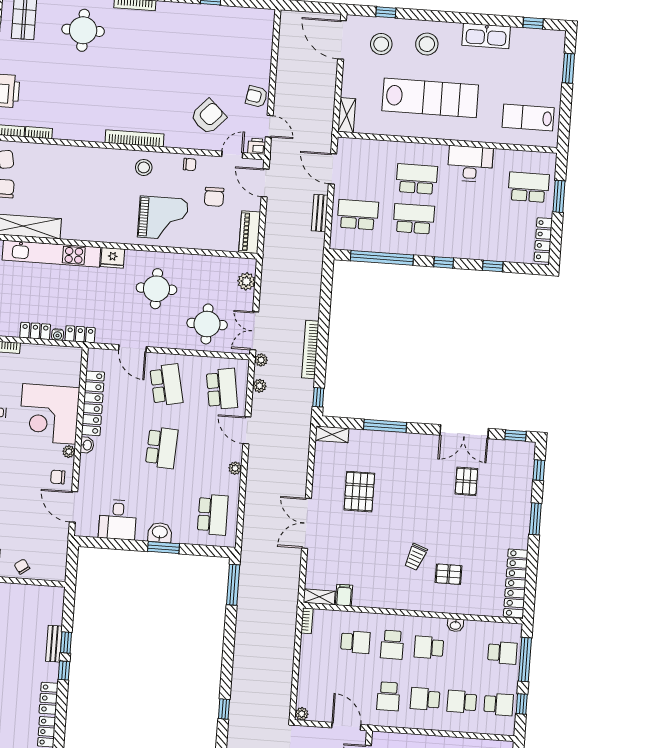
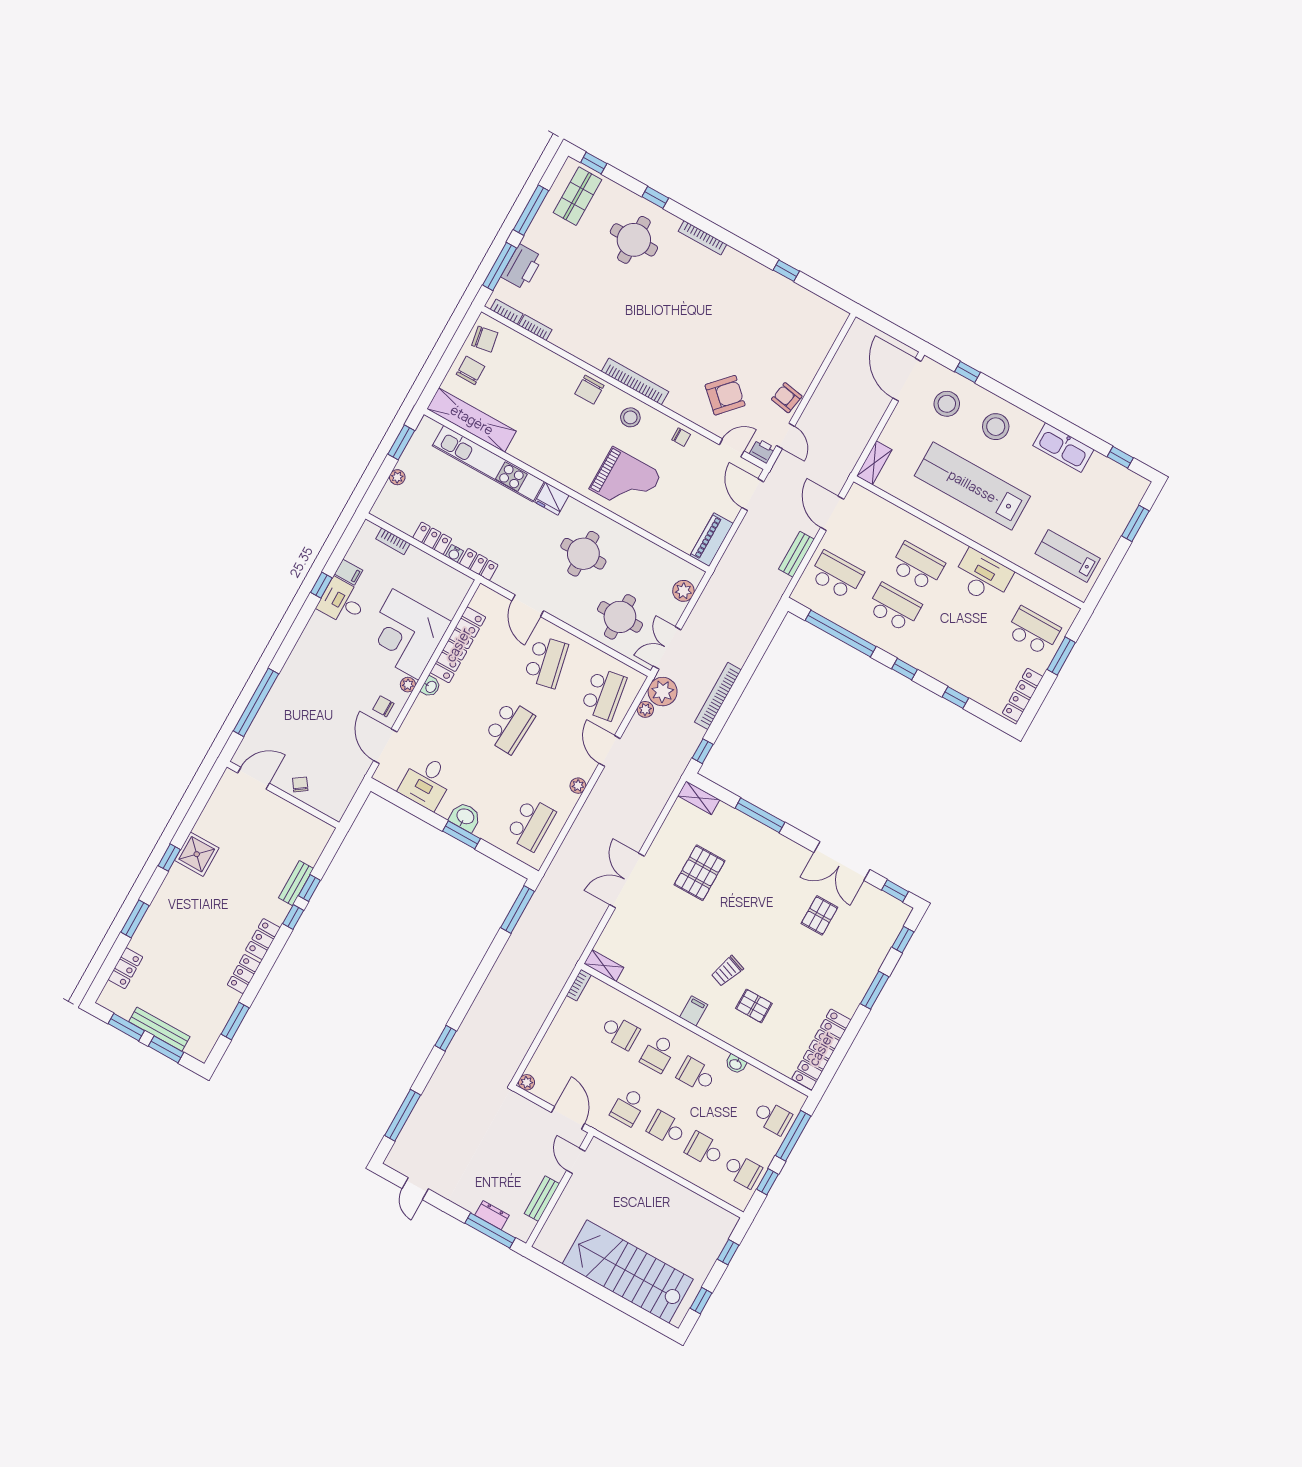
lab bench: (430, 98) -> (972, 486), turned 180
chair: (214, 197) -> (589, 390), moved
plant: (261, 360) -> (663, 692), width x1.88, depth x1.88
filing cabinet: (344, 595) -> (694, 1011), moved

